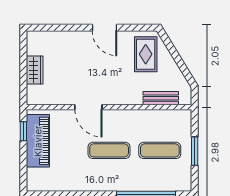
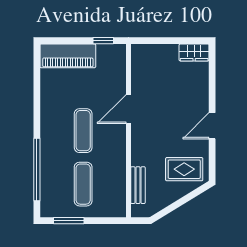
wardrobe: (35, 70) -> (194, 52), moved
piano: (38, 141) -> (68, 56), moved
window: (195, 151) -> (69, 221), moved

